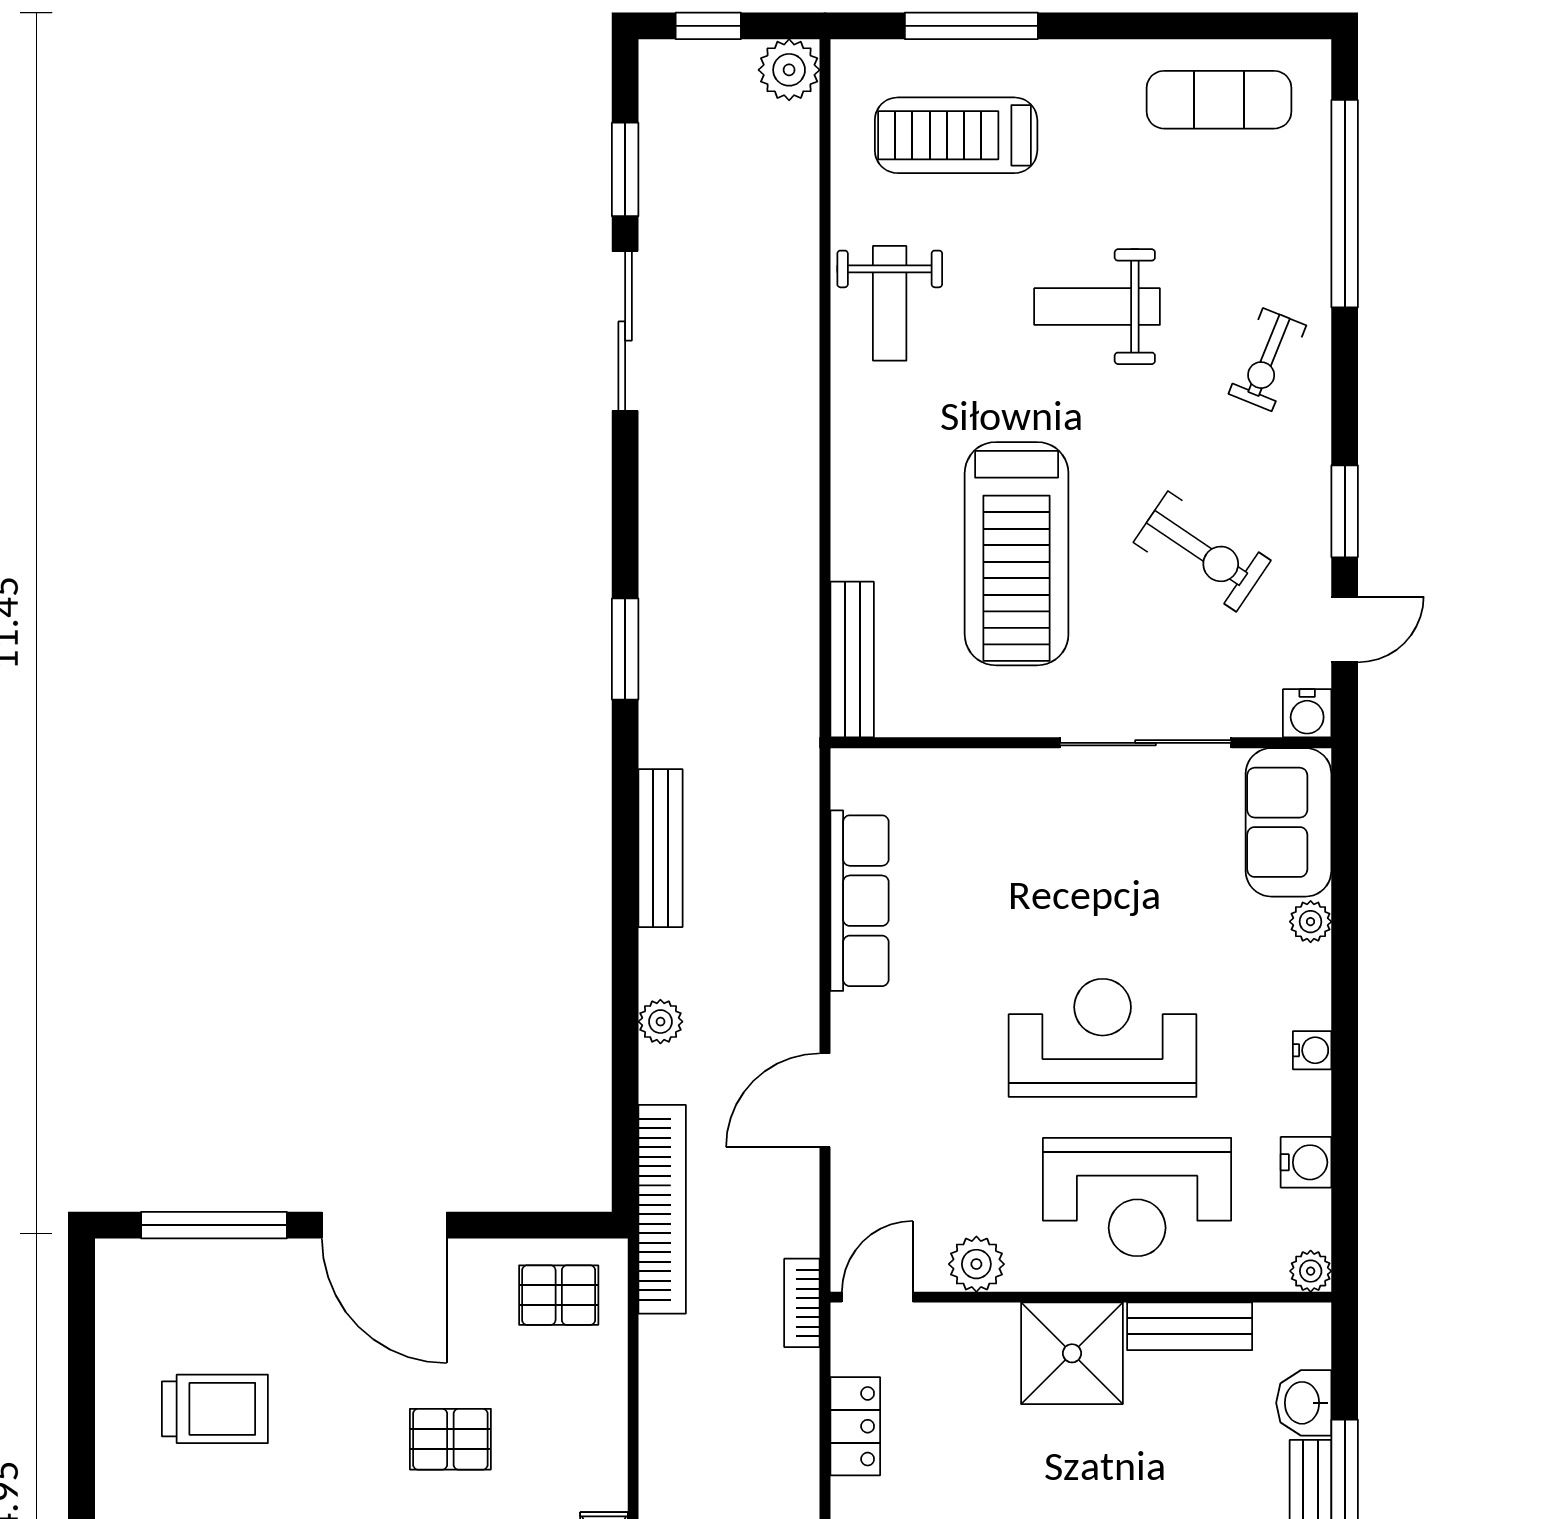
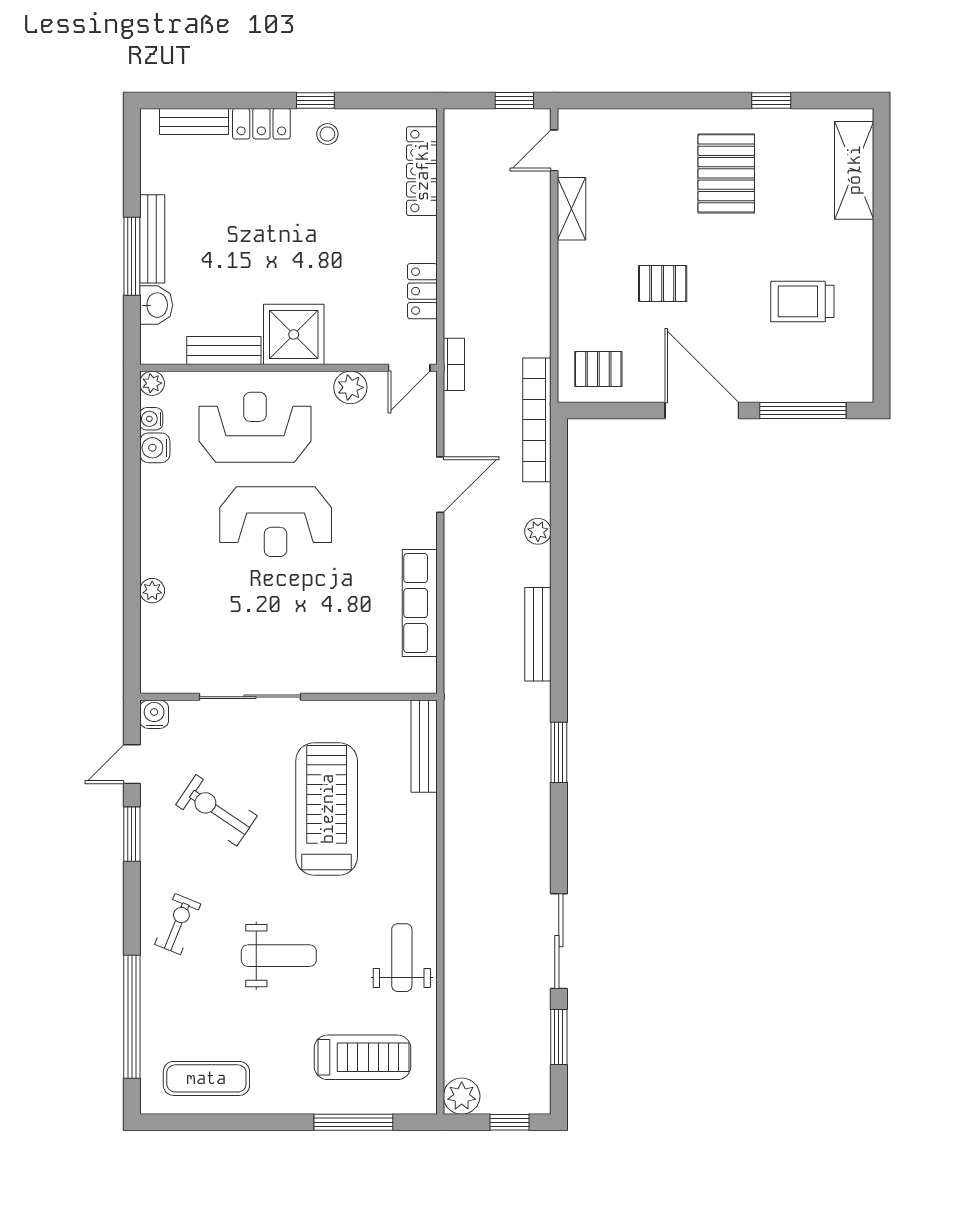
sofa: (1288, 822) -> (165, 650), removed
water cooler: (1312, 1050) -> (151, 419), moved

